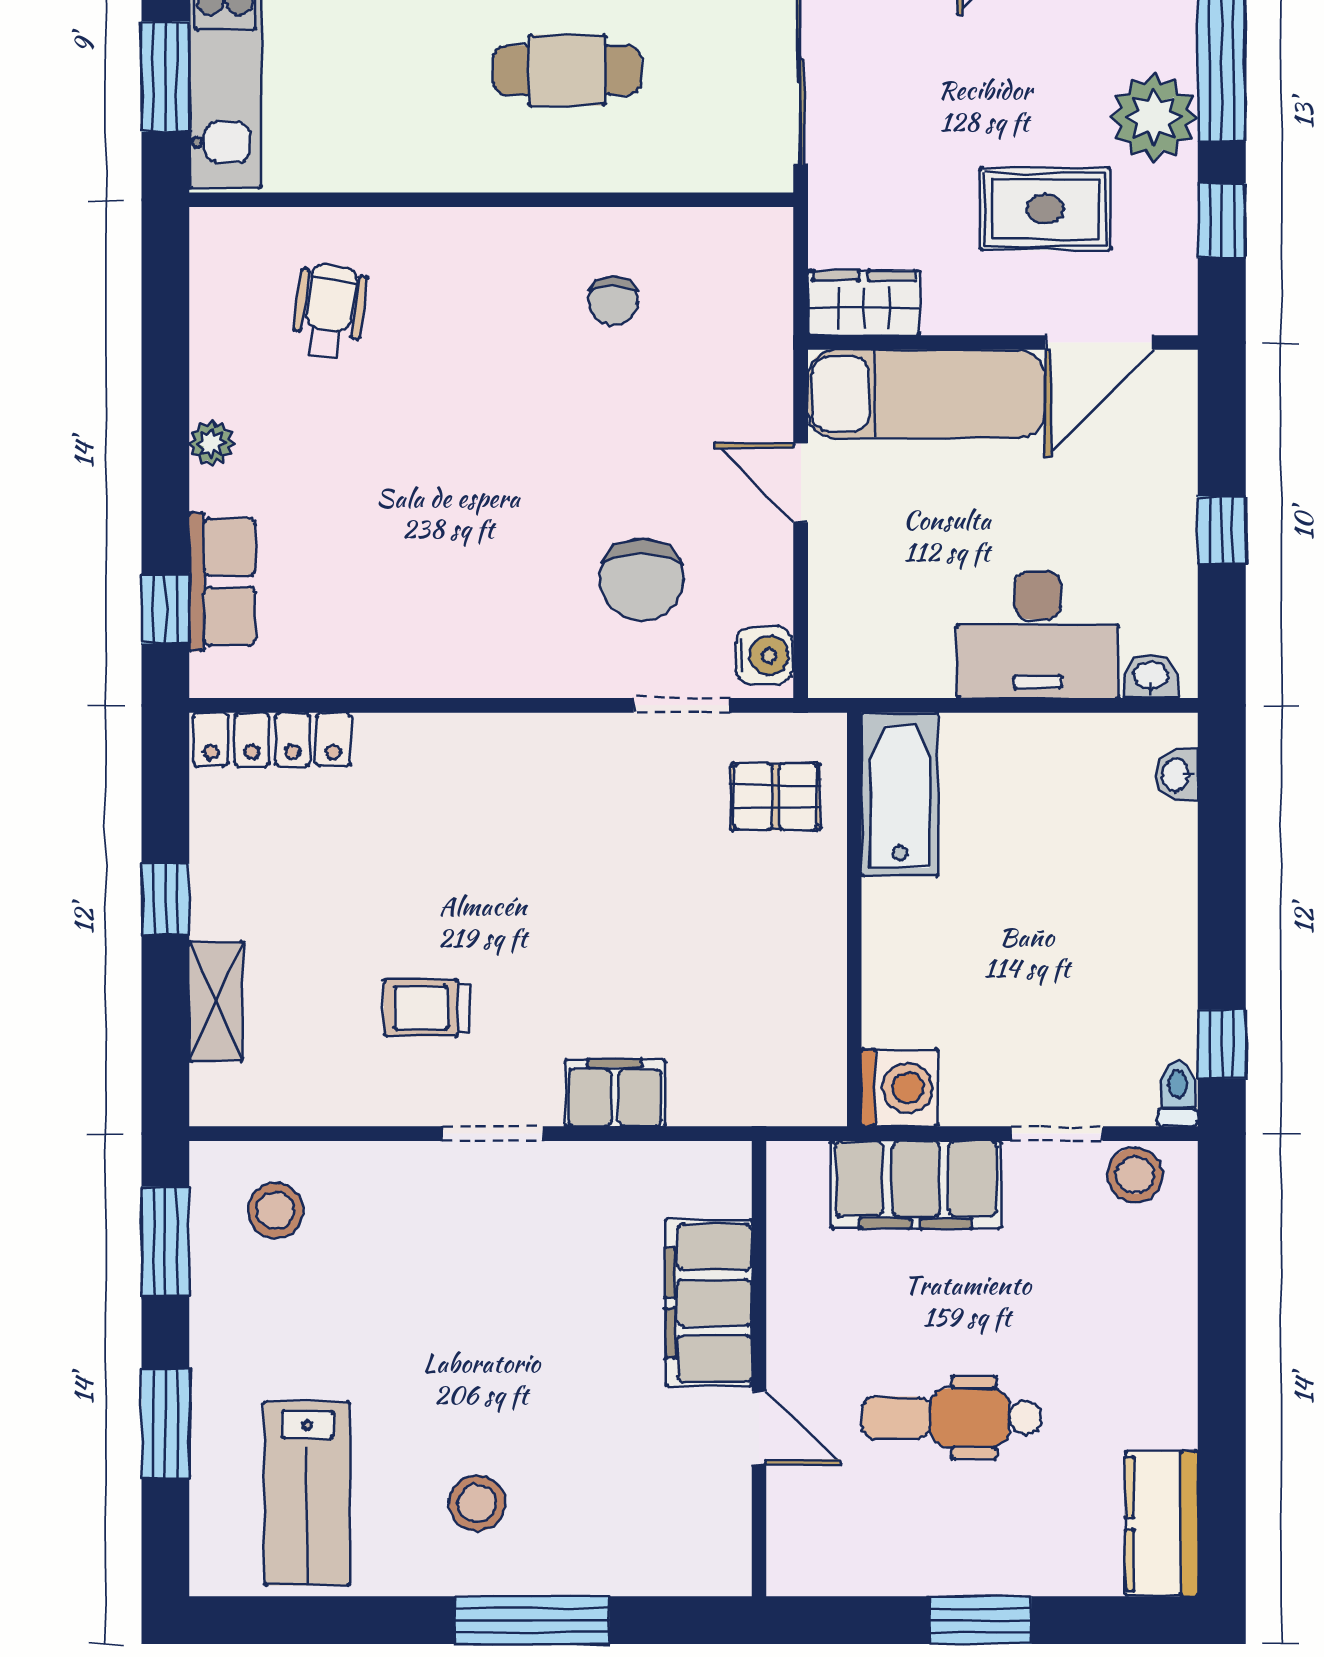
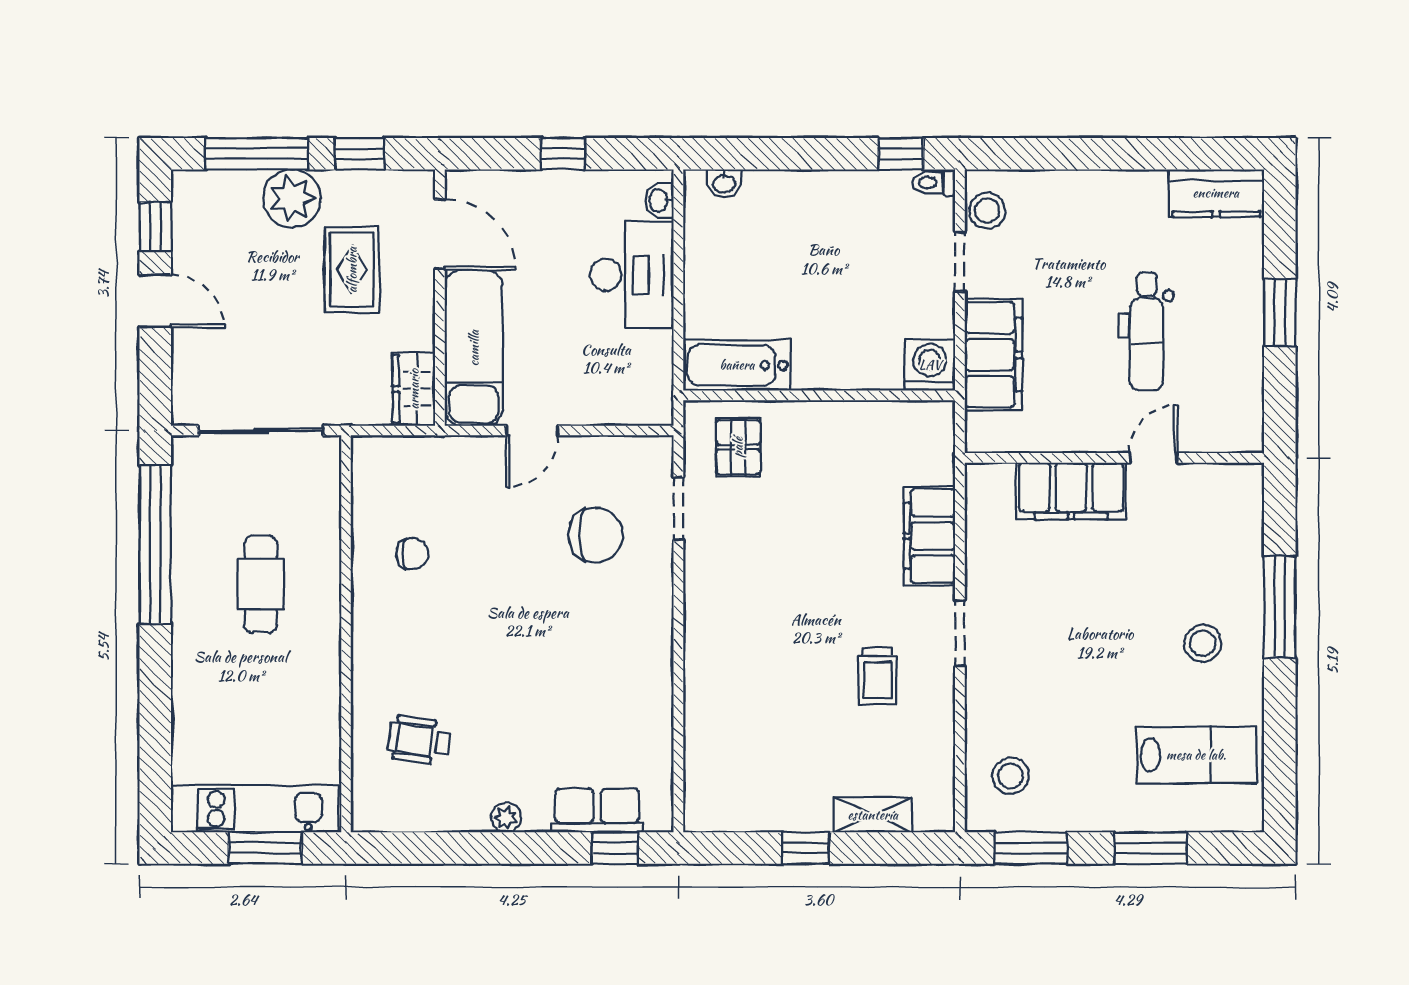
water cooler: (764, 656) -> (646, 454), removed
locker: (272, 740) -> (701, 778), removed
filing cabinet: (615, 1093) -> (929, 536), width x1.50, depth x1.17

